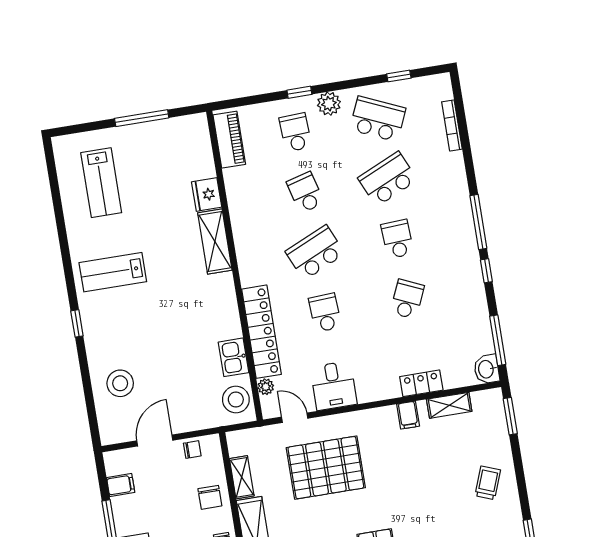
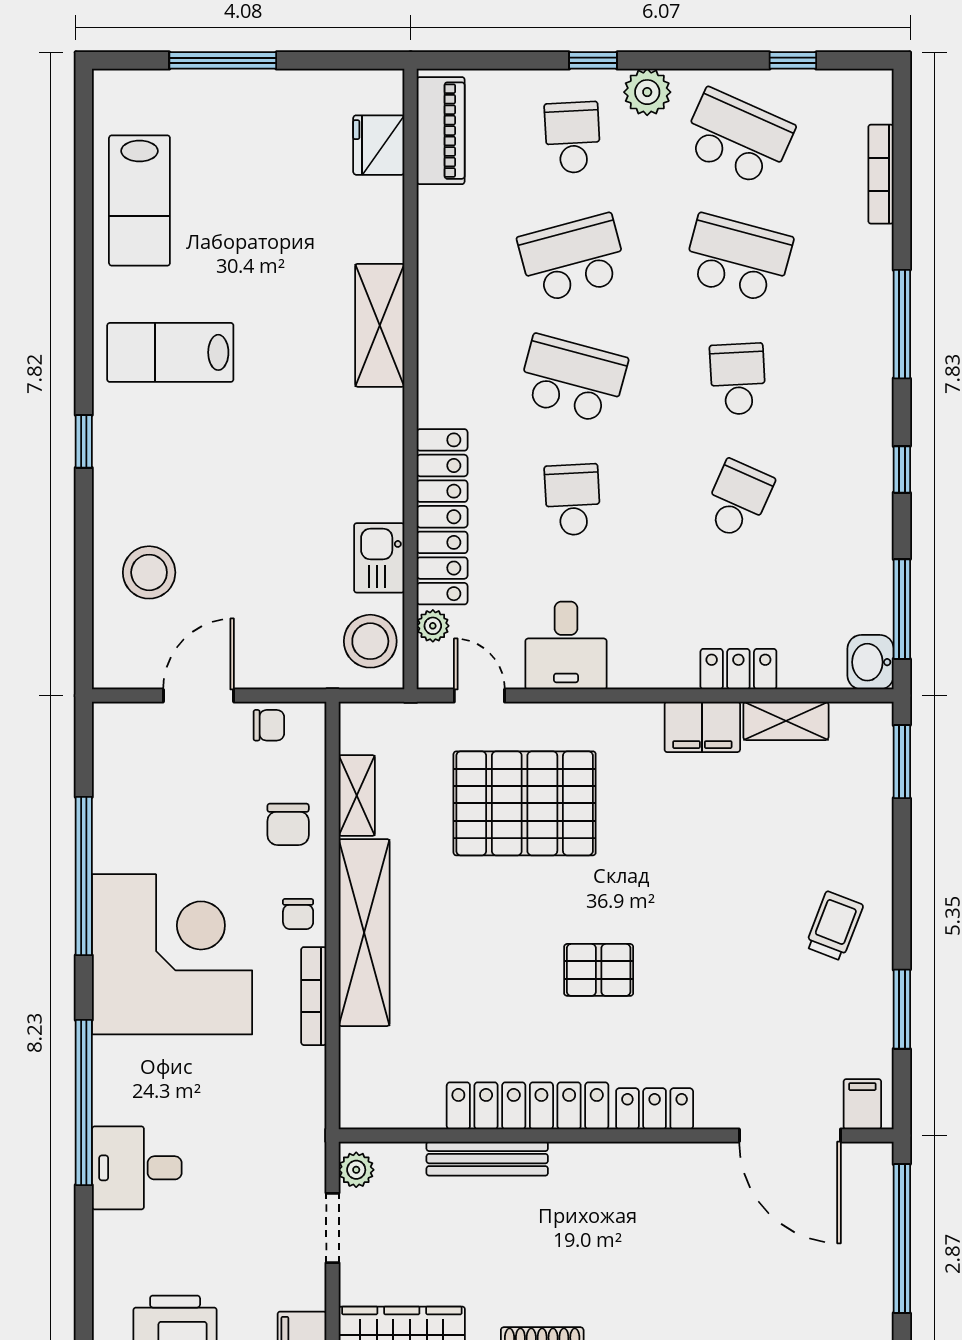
window: (142, 118) -> (223, 60), moved
school desk: (388, 179) -> (738, 258), turned 39
lab bench: (101, 183) -> (139, 201), moved
school desk: (305, 192) -> (573, 258), width x1.85
fridge: (207, 195) -> (379, 145), moved
window: (478, 222) -> (902, 324), moved
school desk: (315, 253) -> (573, 379), turned 39
filing cabinet: (408, 415) -> (702, 727), width x2.00
trolley: (488, 483) -> (834, 926), moved
filing cabinet: (121, 485) -> (117, 772), removed

